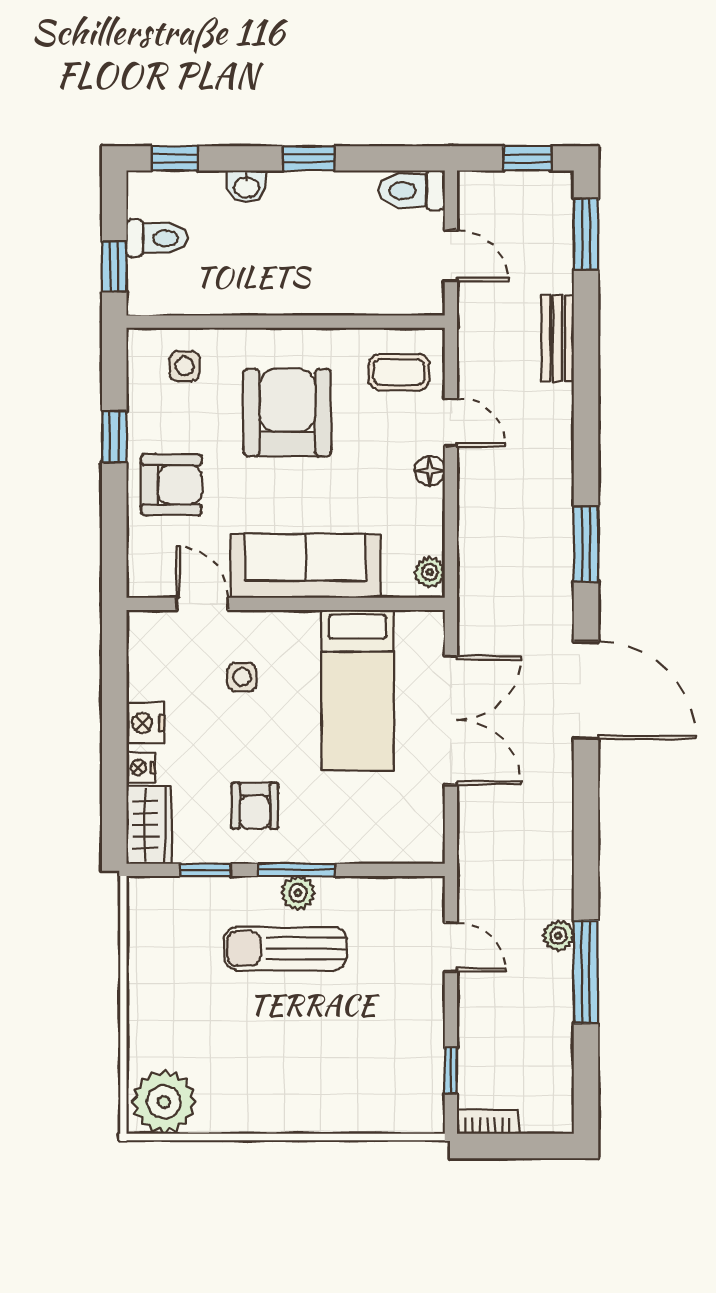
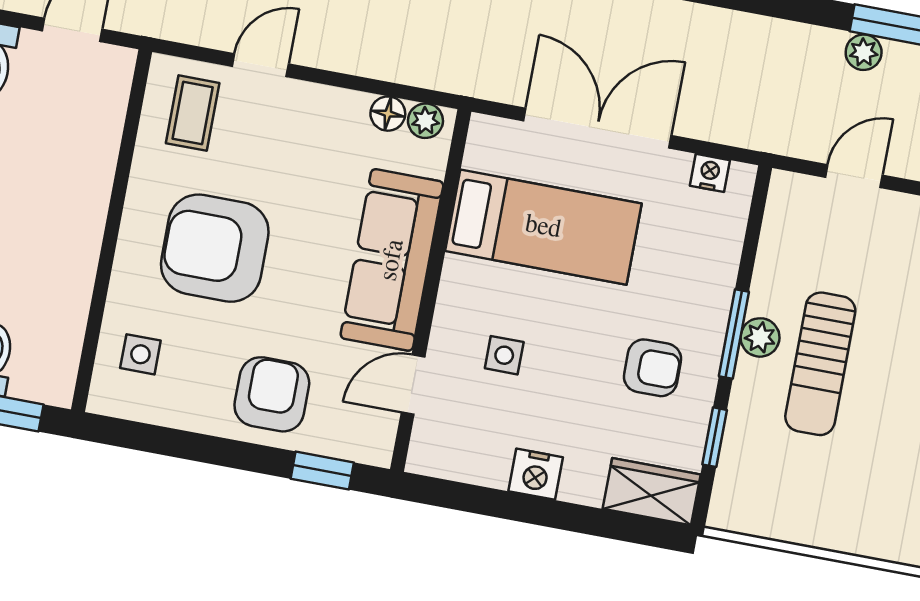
window: (114, 437) -> (322, 471), moved
floor lamp: (430, 471) -> (388, 114), moved
nightstand: (141, 768) -> (710, 173), moved, turned 180

